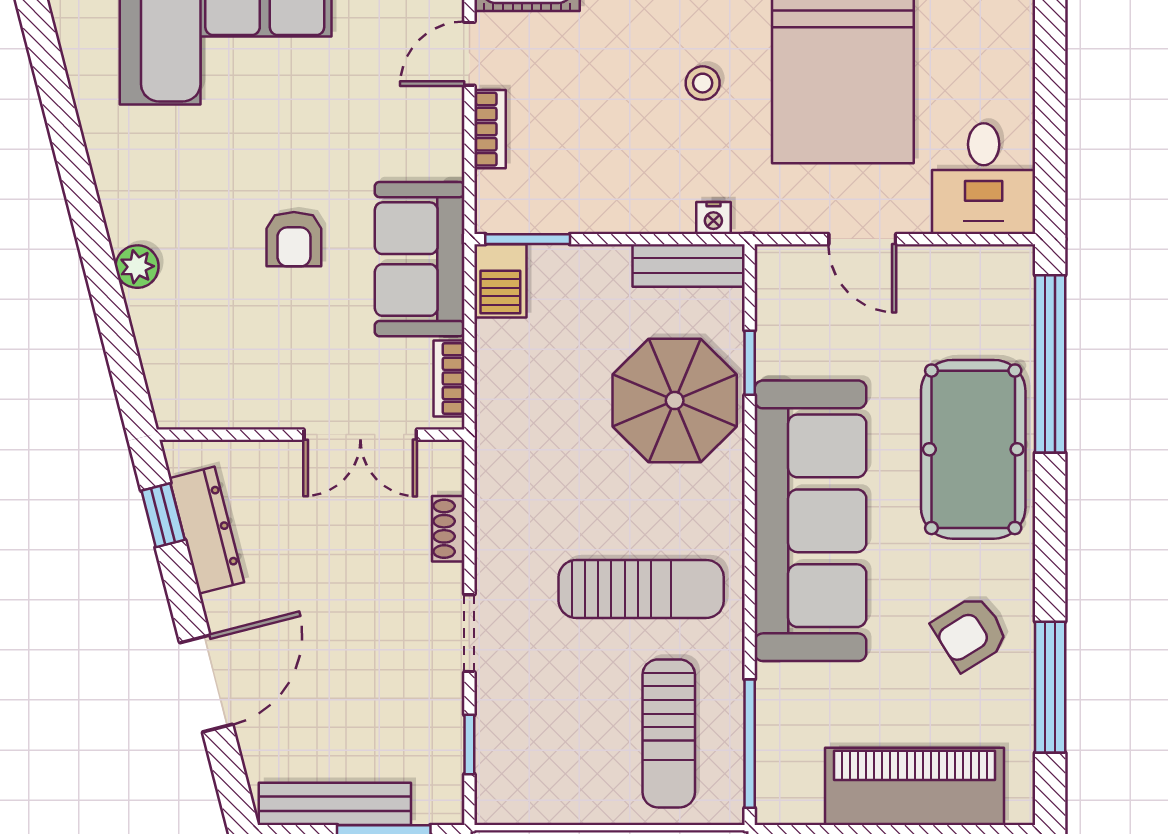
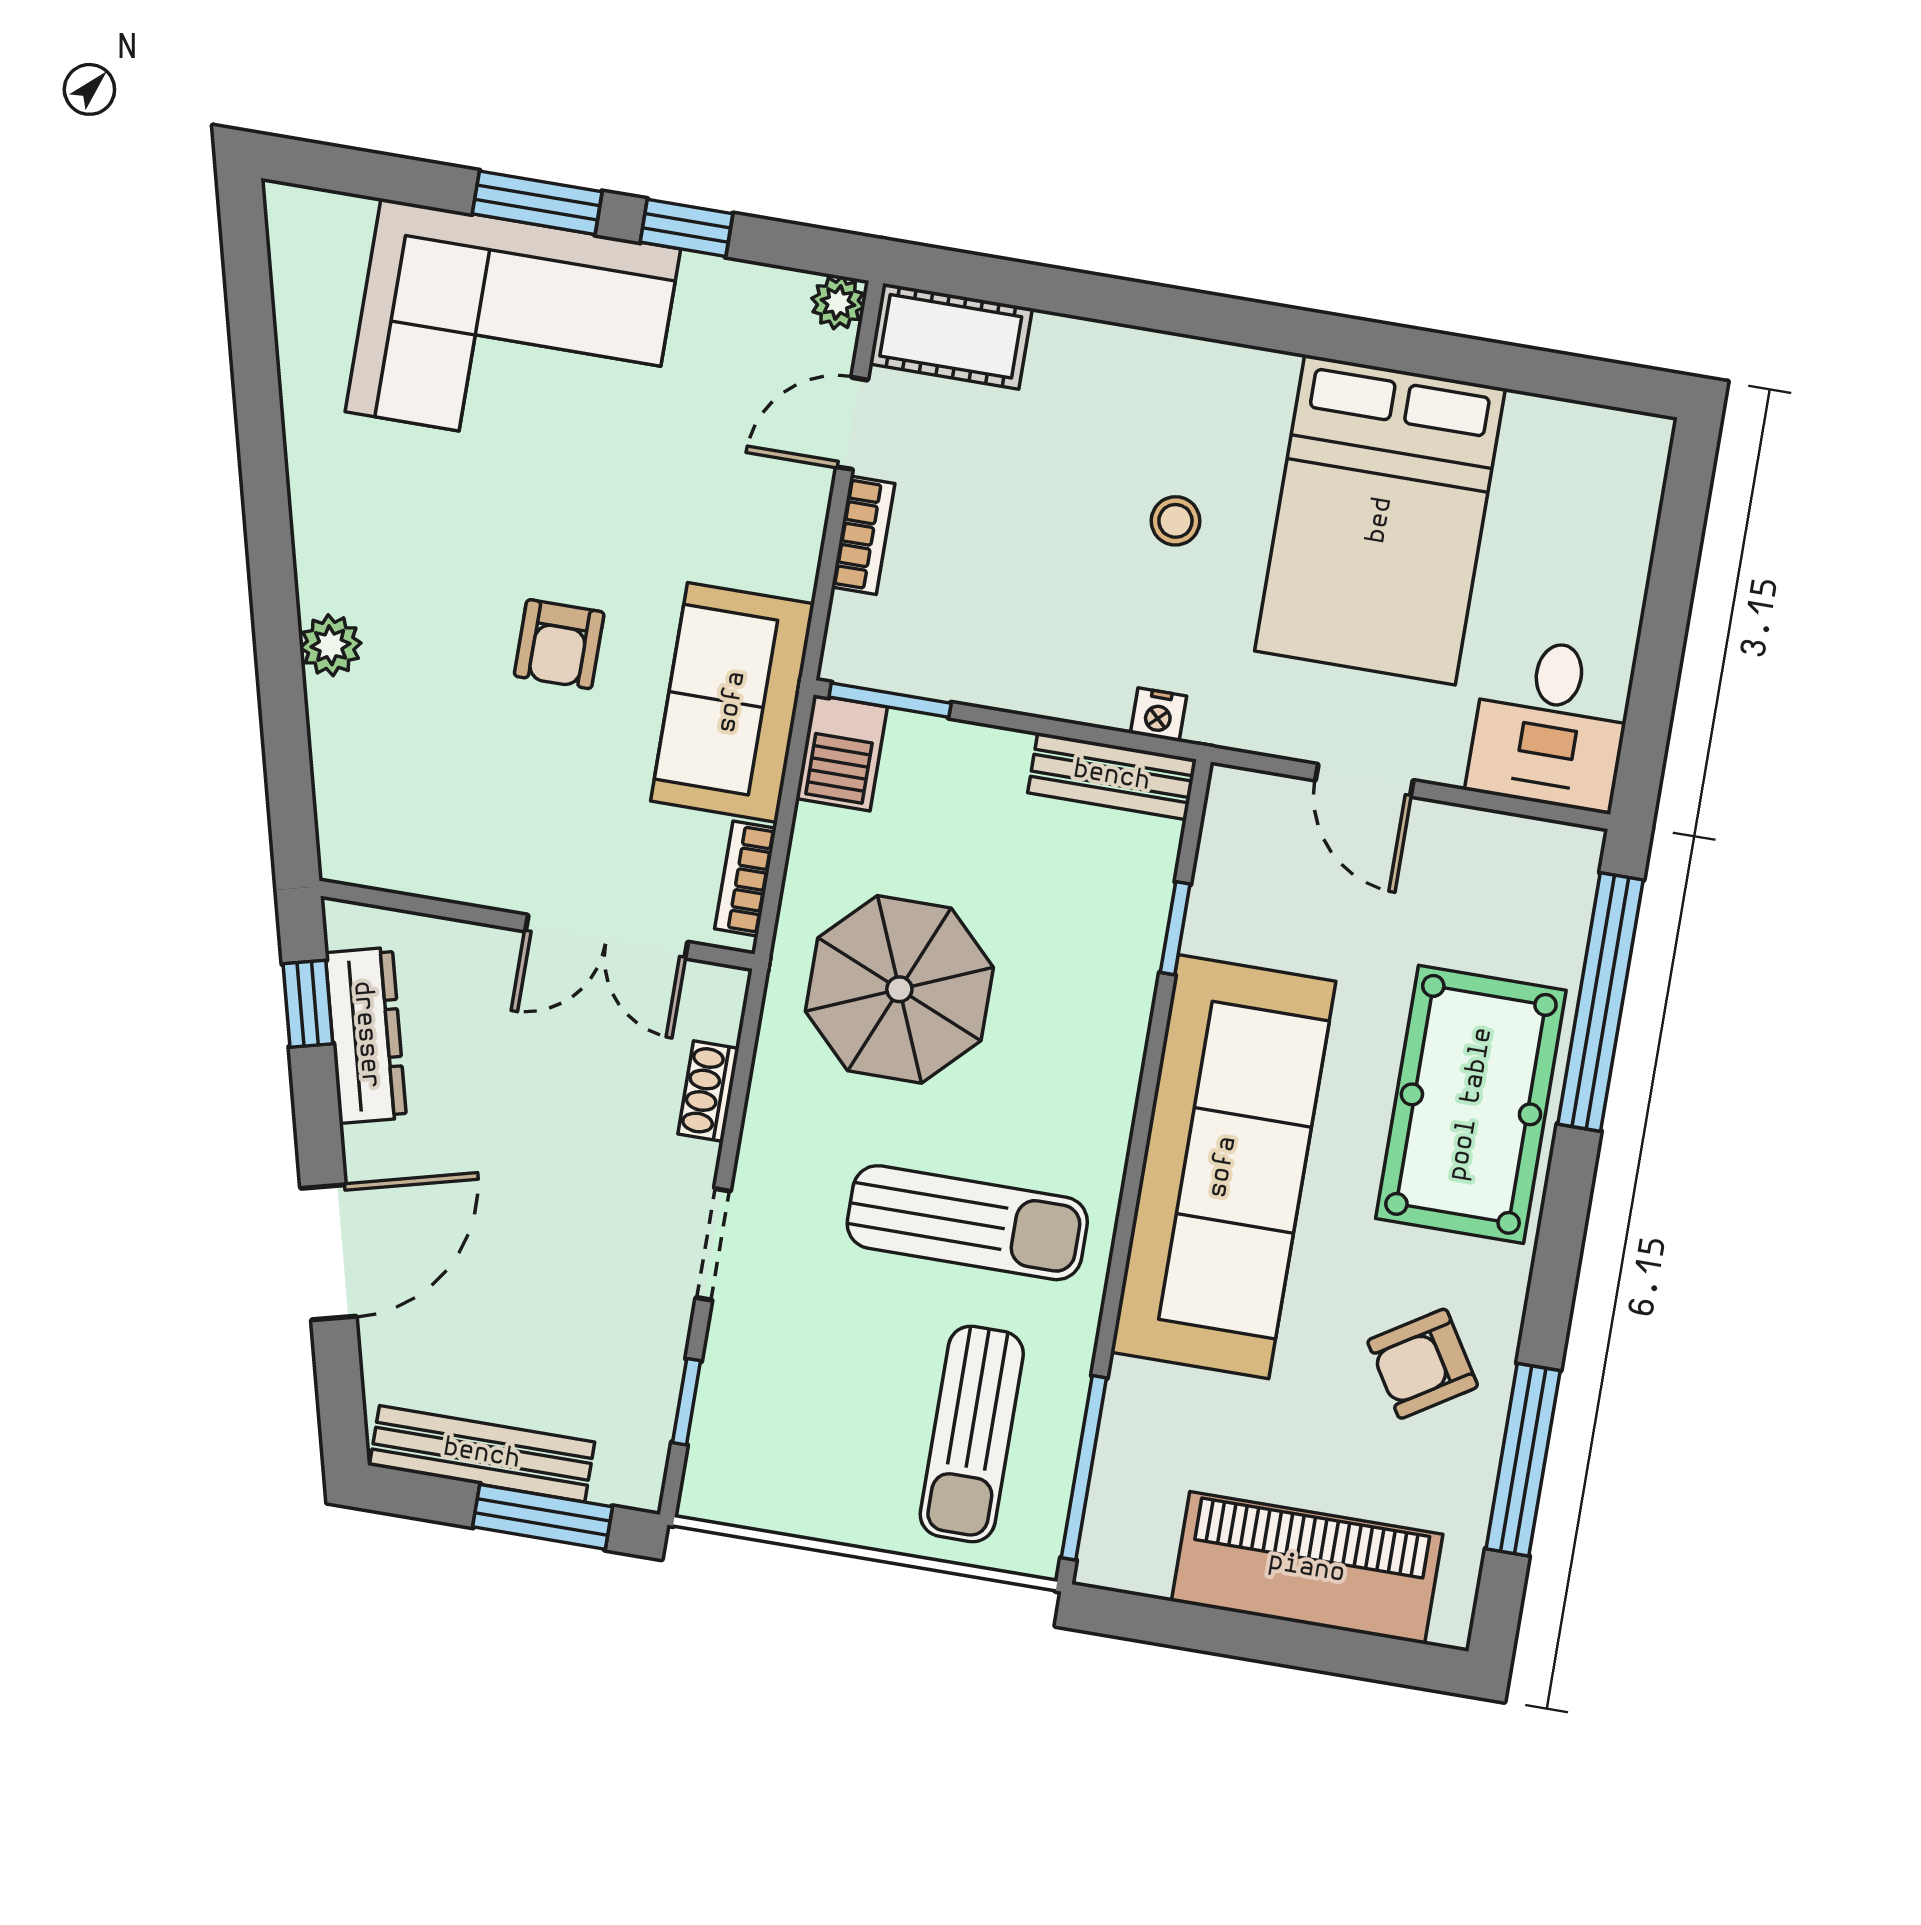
parasol: (675, 401) -> (899, 989), moved

